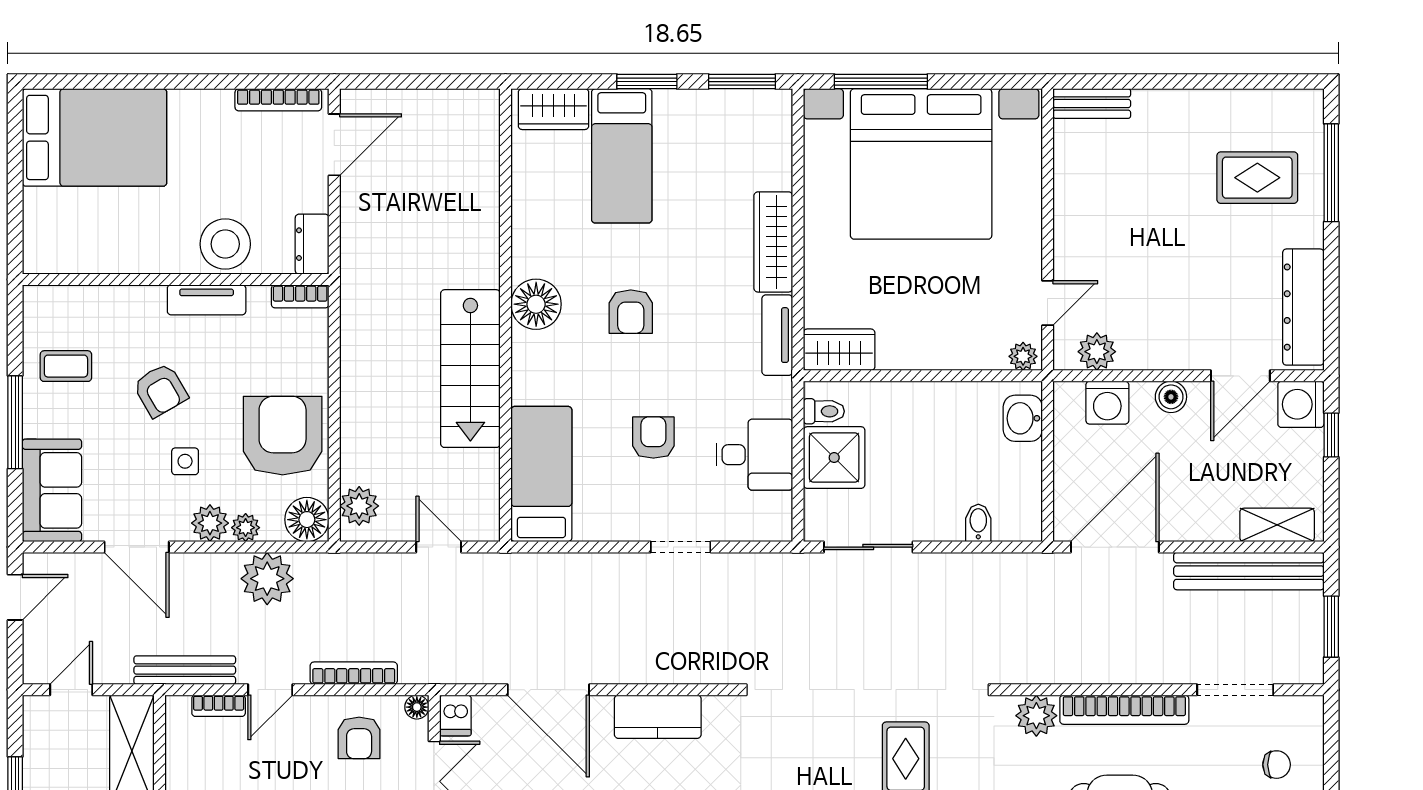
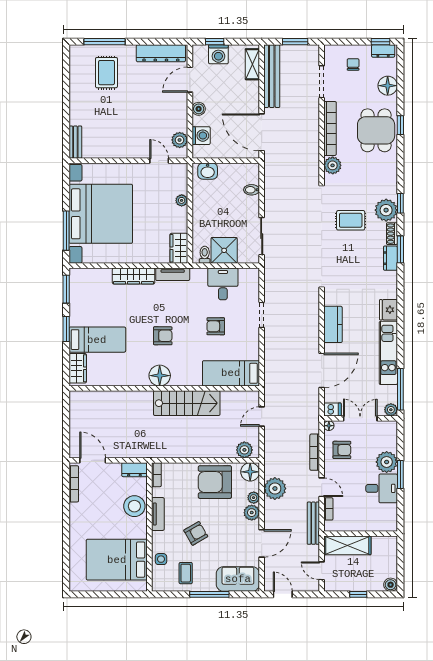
bed: (94, 137) -> (117, 560), moved, turned -90
plant: (1023, 356) -> (182, 200), moved
door: (1240, 376) -> (190, 80), swing flipped
washing machine: (1301, 404) -> (218, 54), moved
side table: (185, 461) -> (161, 559), moved

